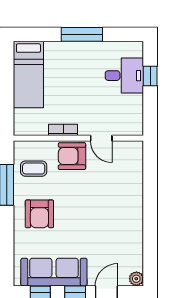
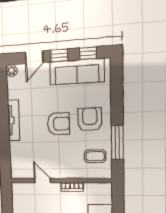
armchair: (72, 156) -> (58, 124), moved
tv unit: (136, 216) -> (14, 120), added

